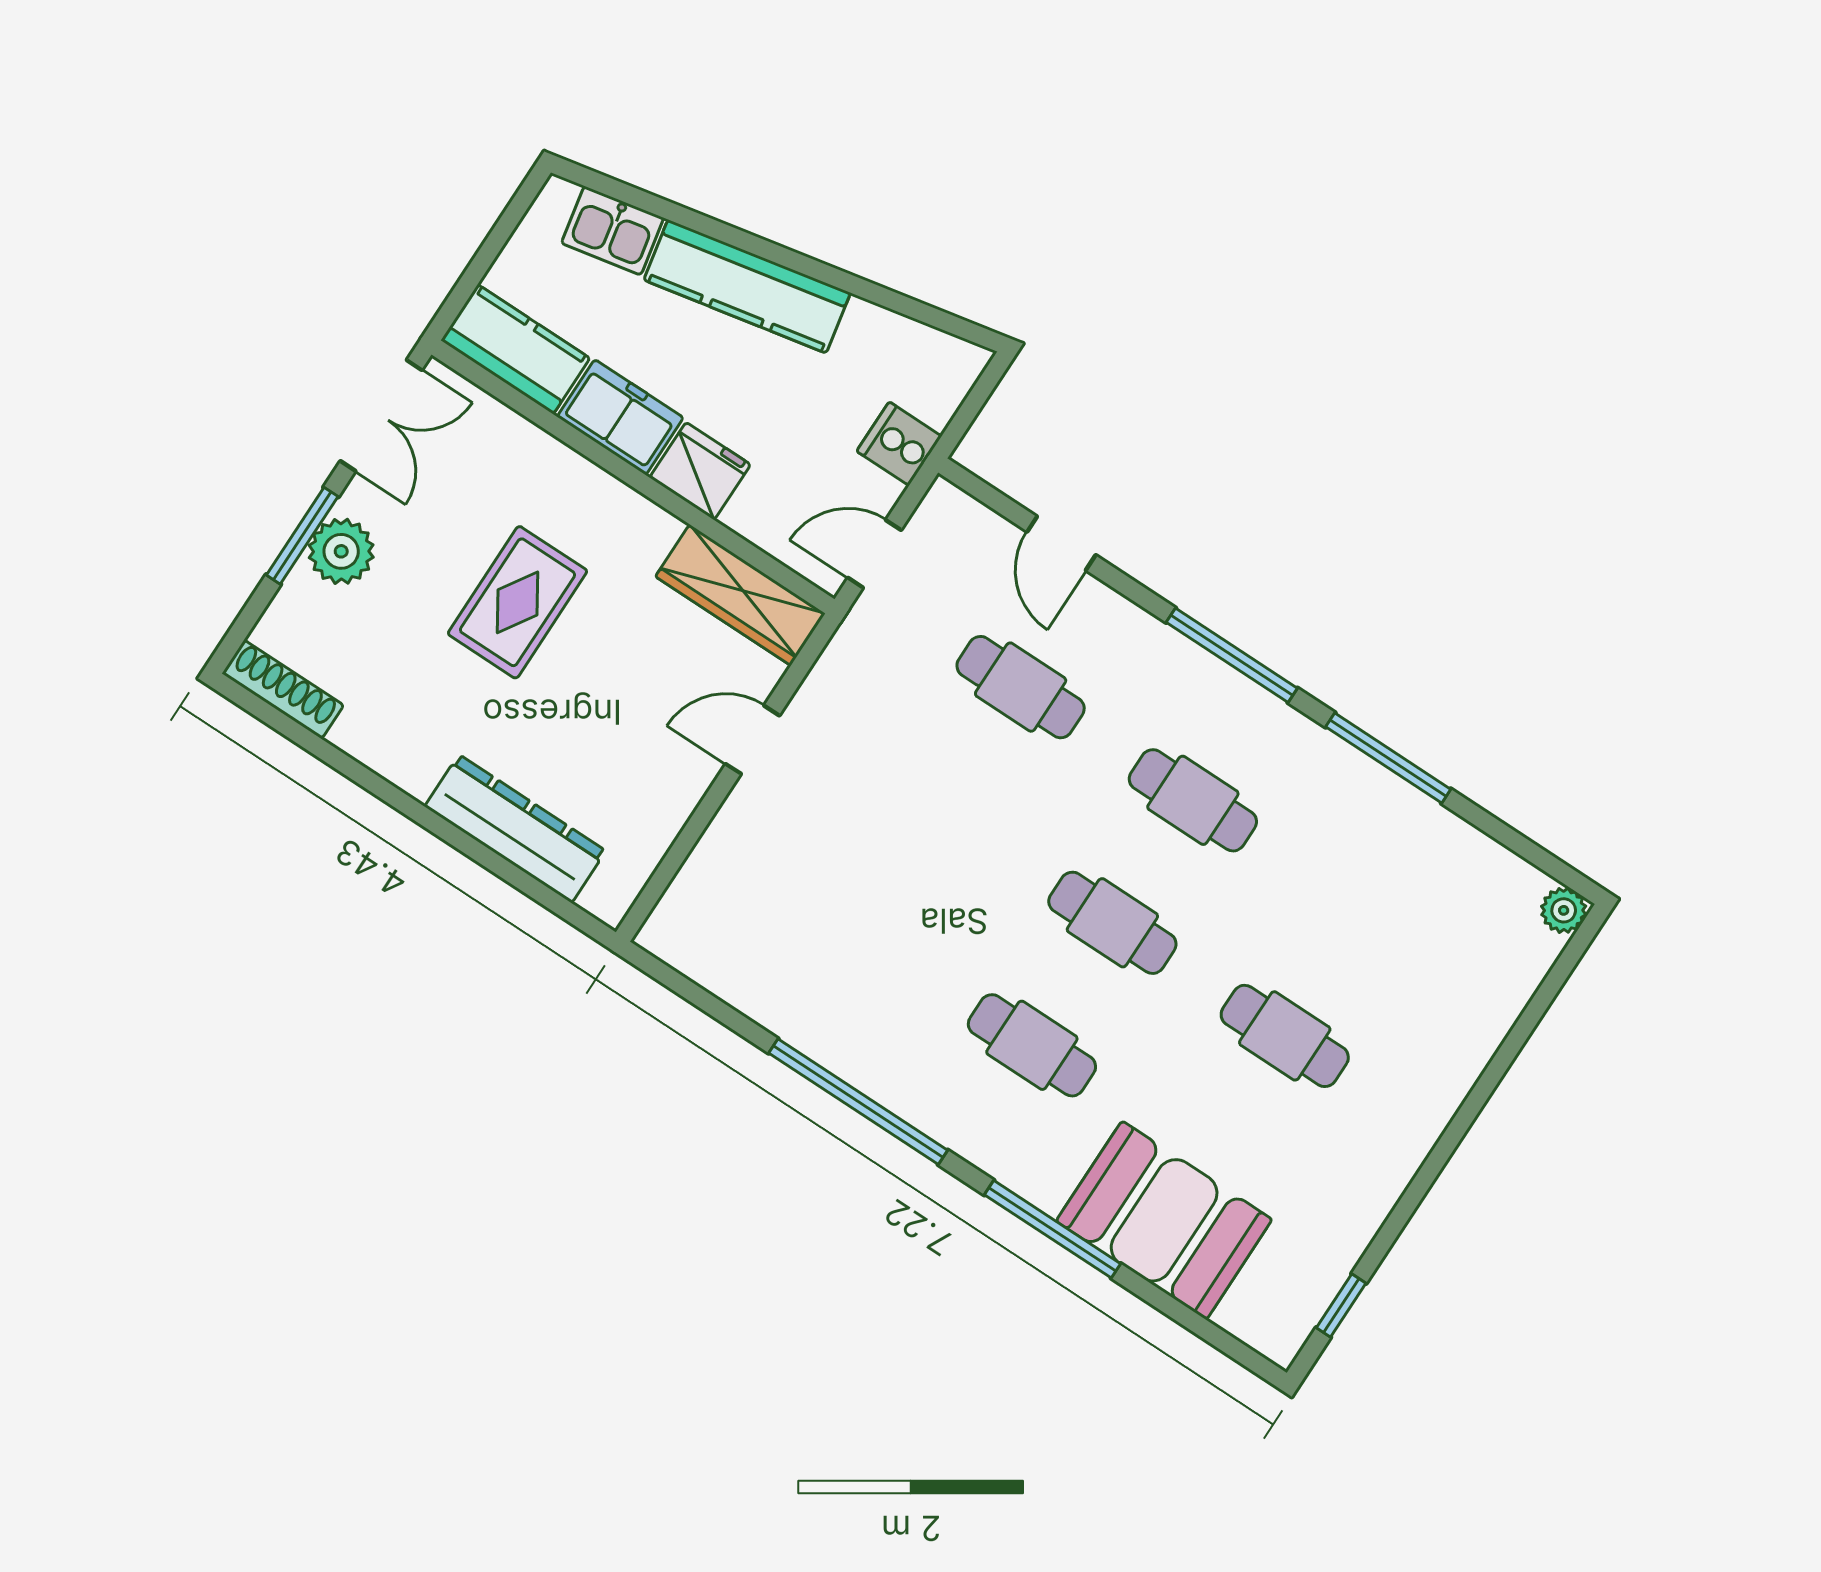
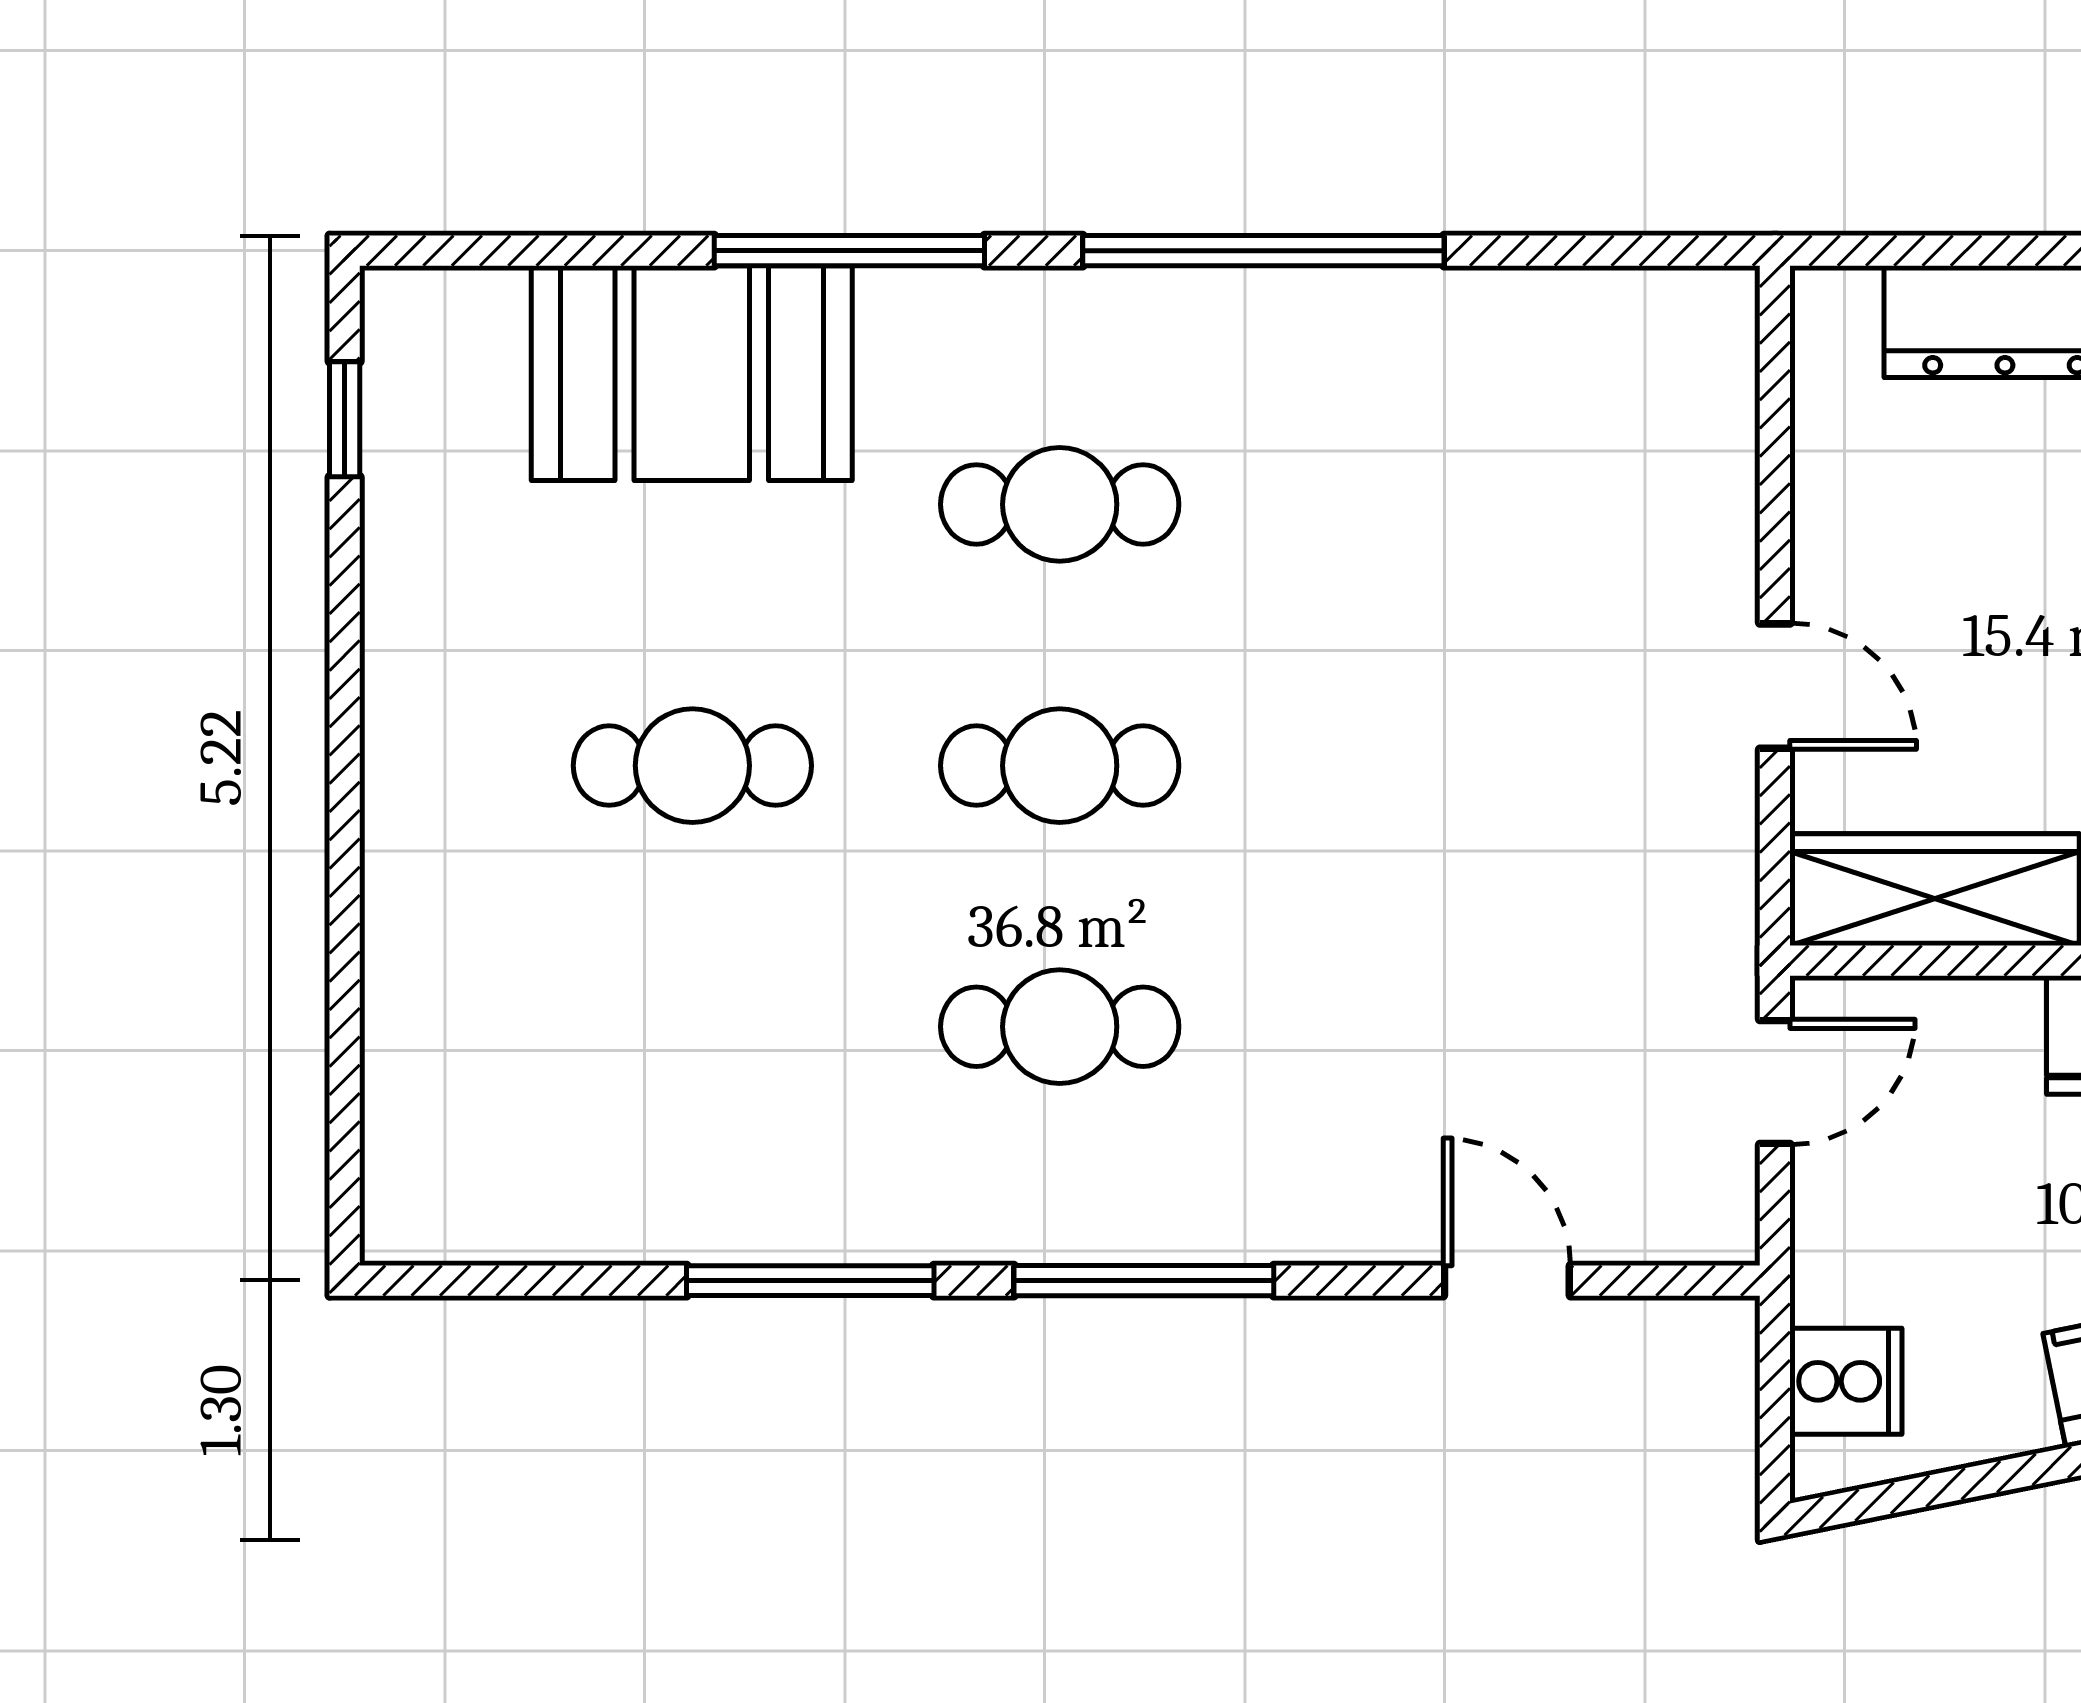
cooker: (899, 444) -> (1846, 1381), moved
cafe table: (1021, 687) -> (1427, 1027), removed
door: (752, 740) -> (1775, 686), hinge flipped
plant: (1564, 910) -> (400, 1225), removed

